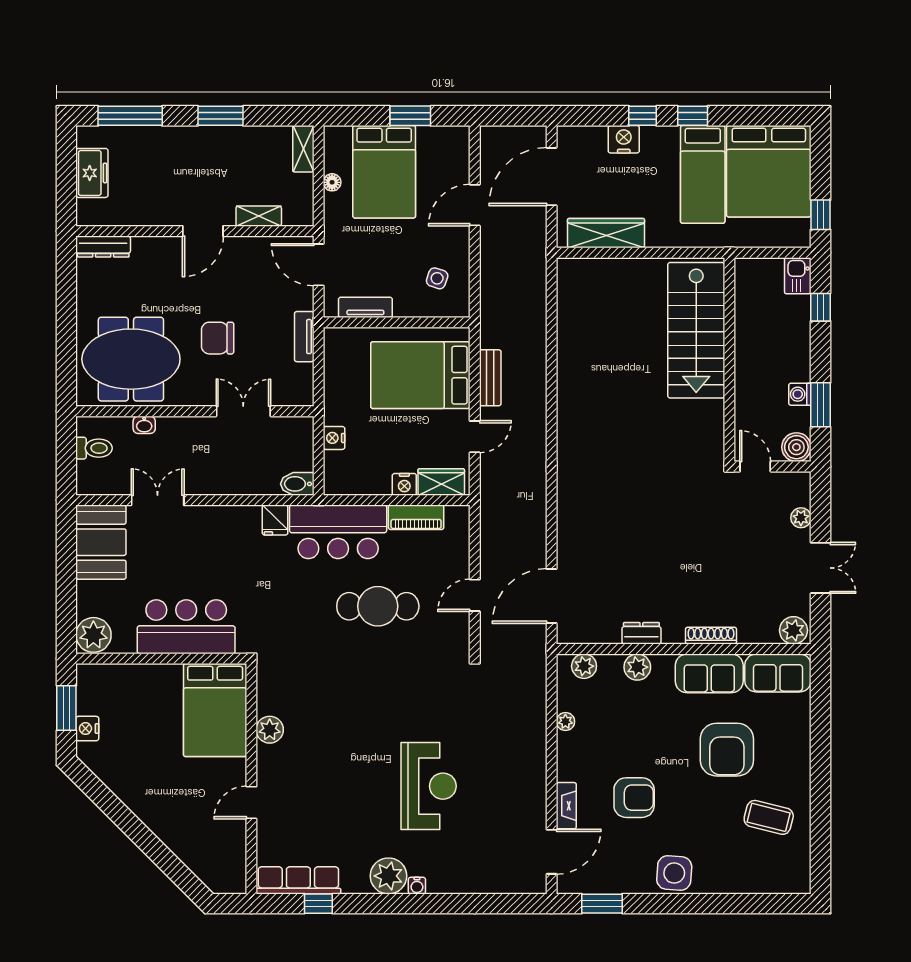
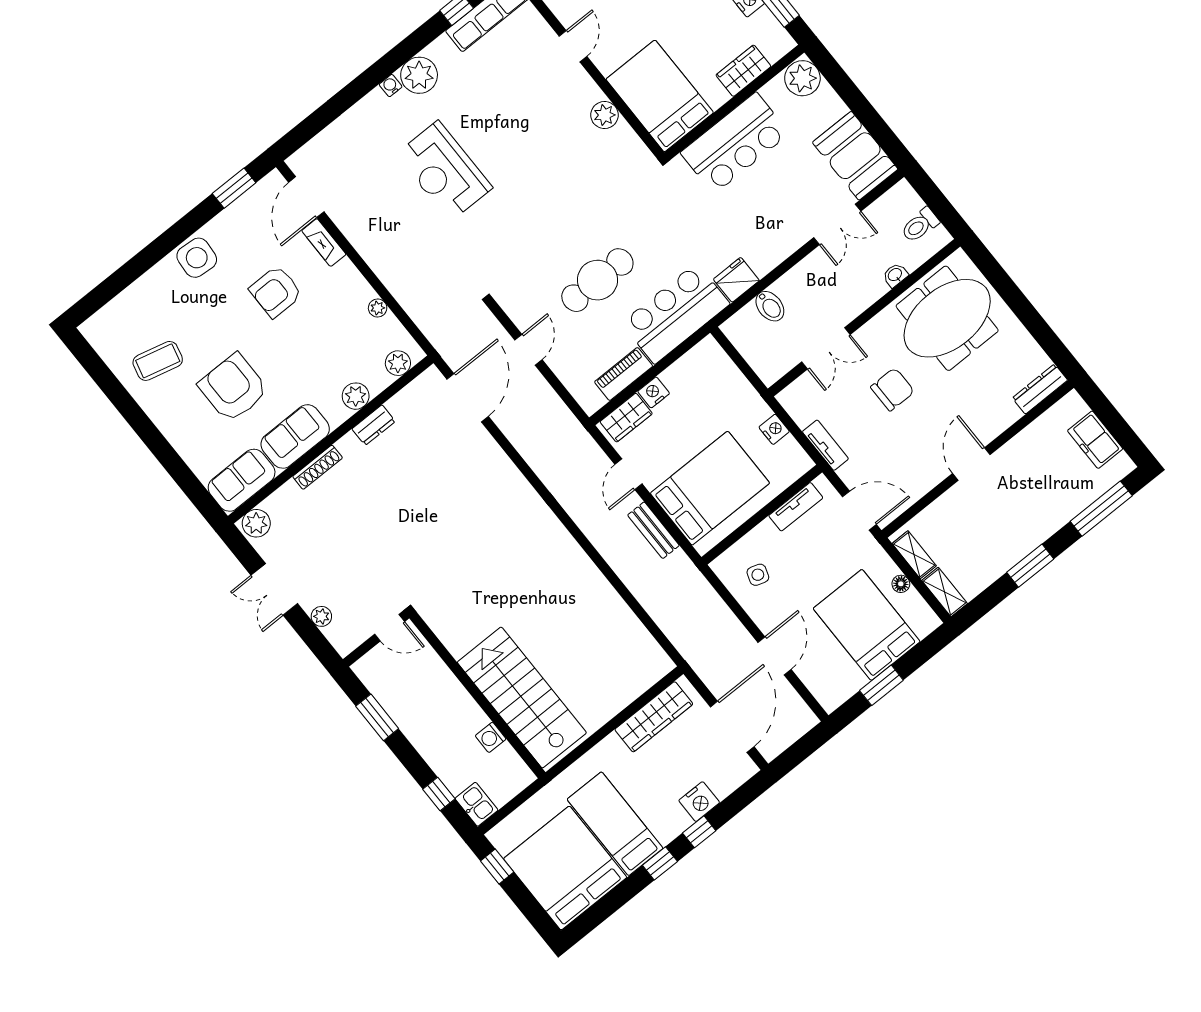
shelving: (259, 216) -> (914, 555), moved, turned 90
washing machine: (800, 394) -> (491, 737), moved, turned 180
nightstand: (334, 438) -> (774, 429), moved
boiler: (796, 447) -> (369, 669), removed
bidet: (297, 484) -> (770, 306), moved, turned 90
fridge: (275, 520) -> (736, 280), width x1.38
wardrobe: (135, 678) -> (743, 71), added

